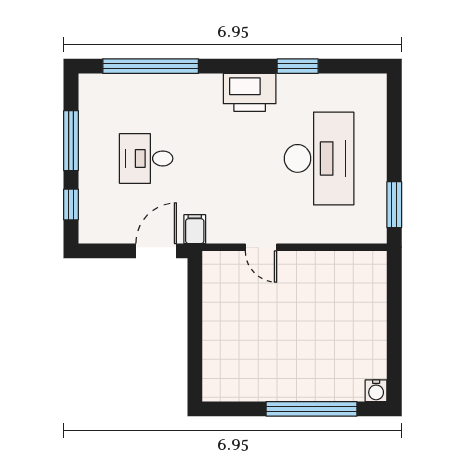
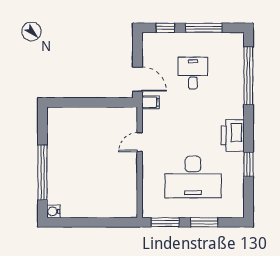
window: (394, 140) -> (204, 222), added

